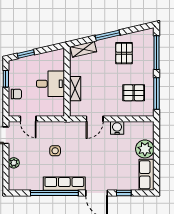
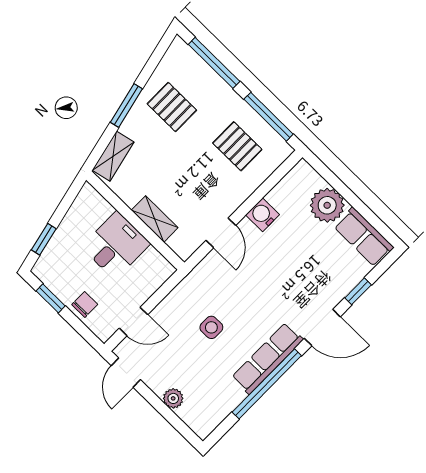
pallet: (134, 93) -> (237, 146), turned 90

